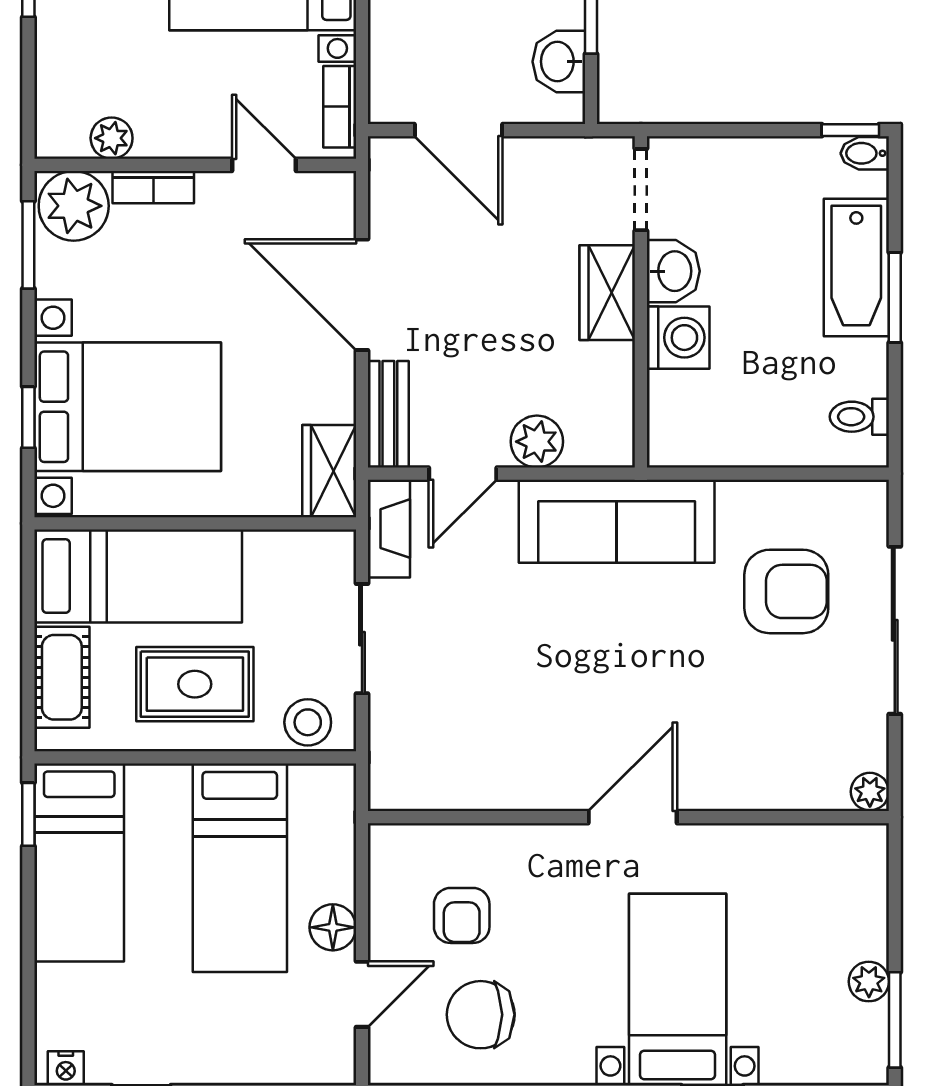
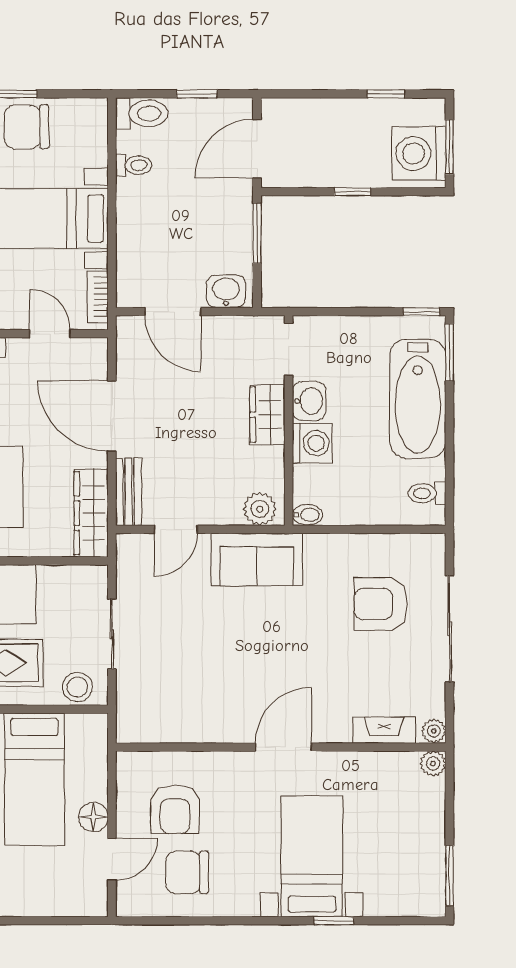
washbasin: (559, 62) -> (226, 291), moved, turned 90
bidet: (865, 153) -> (308, 515), moved, turned 180
bathtub: (856, 268) -> (418, 399), width x1.36, depth x1.36
window: (895, 297) -> (450, 352), moved
plant: (537, 442) -> (260, 509), moved
wardrobe: (329, 471) -> (91, 513), width x1.50
sofa: (617, 521) -> (257, 559), width x0.73
fireplace: (389, 529) -> (384, 730), moved, turned -90
armchair: (786, 591) -> (381, 604), turned 180
armchair: (462, 915) -> (175, 809), width x1.38, depth x1.38
plant: (869, 982) -> (433, 764), moved

